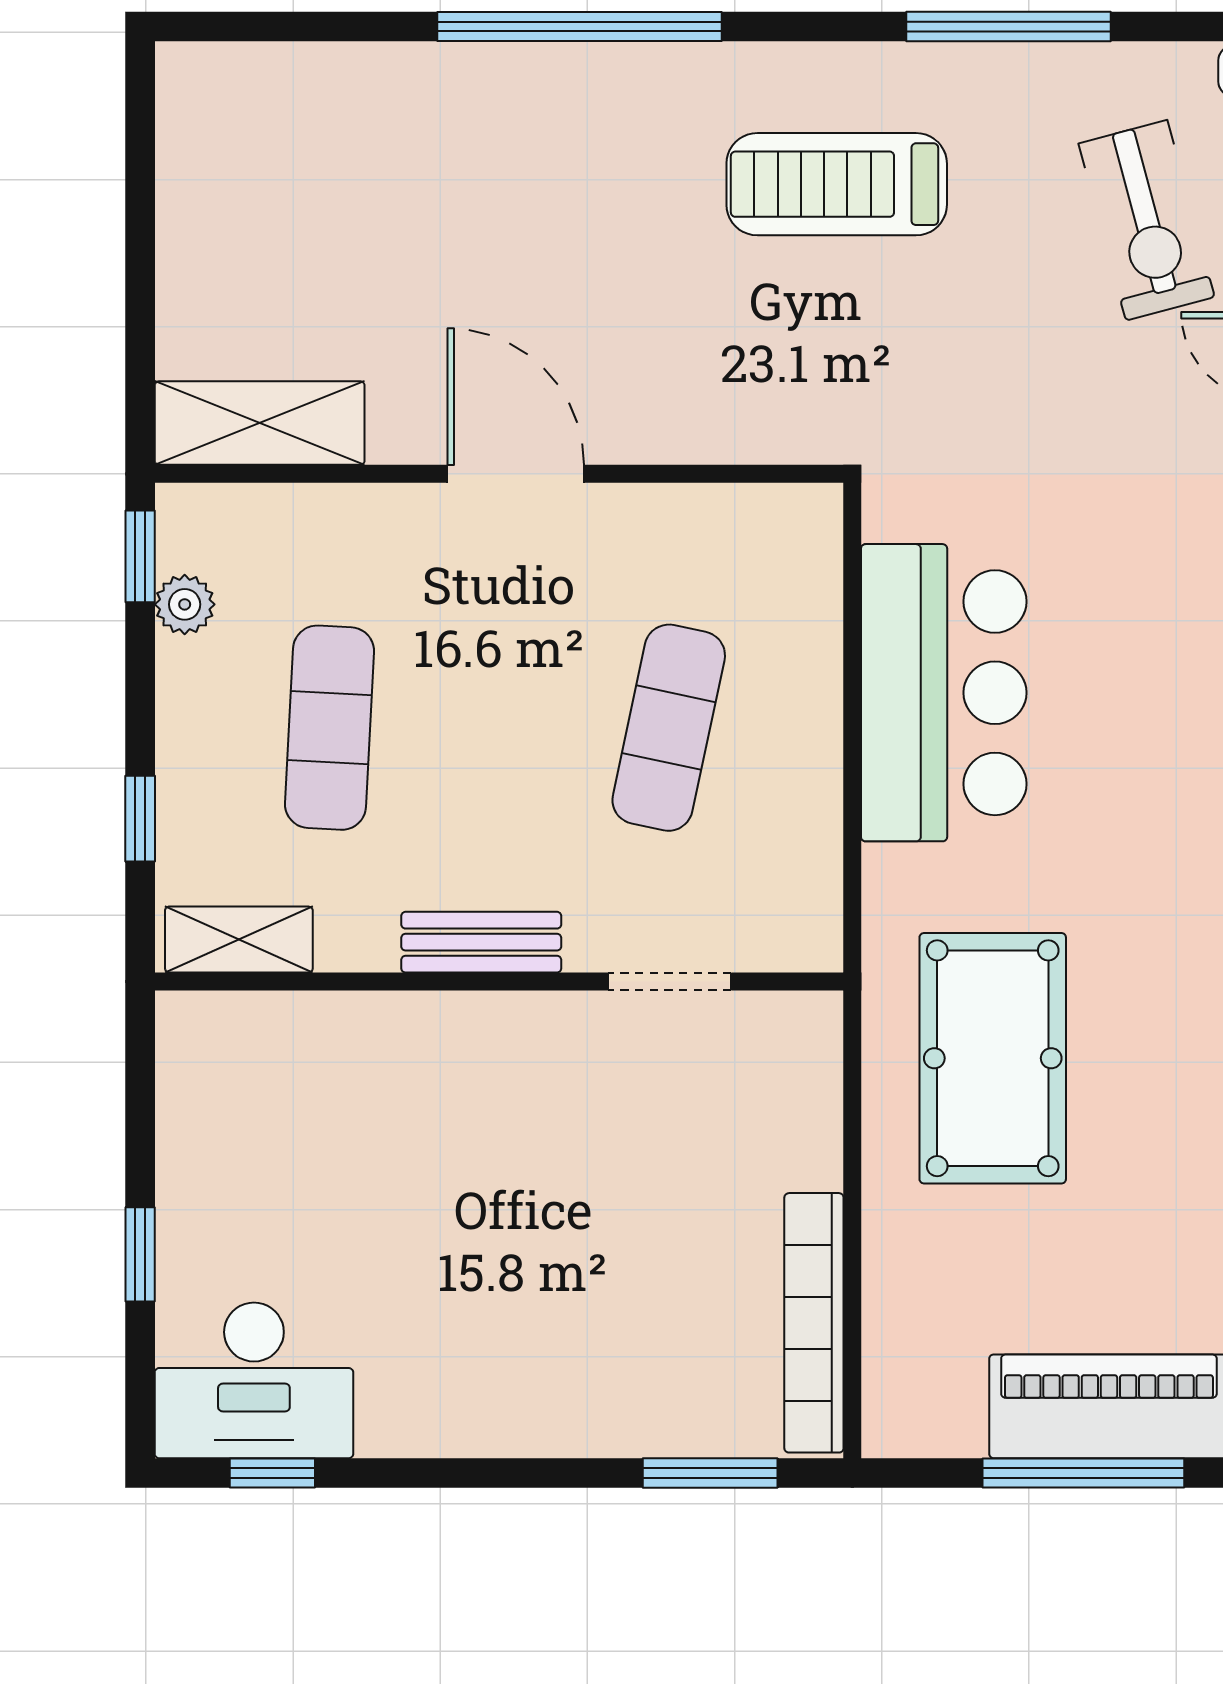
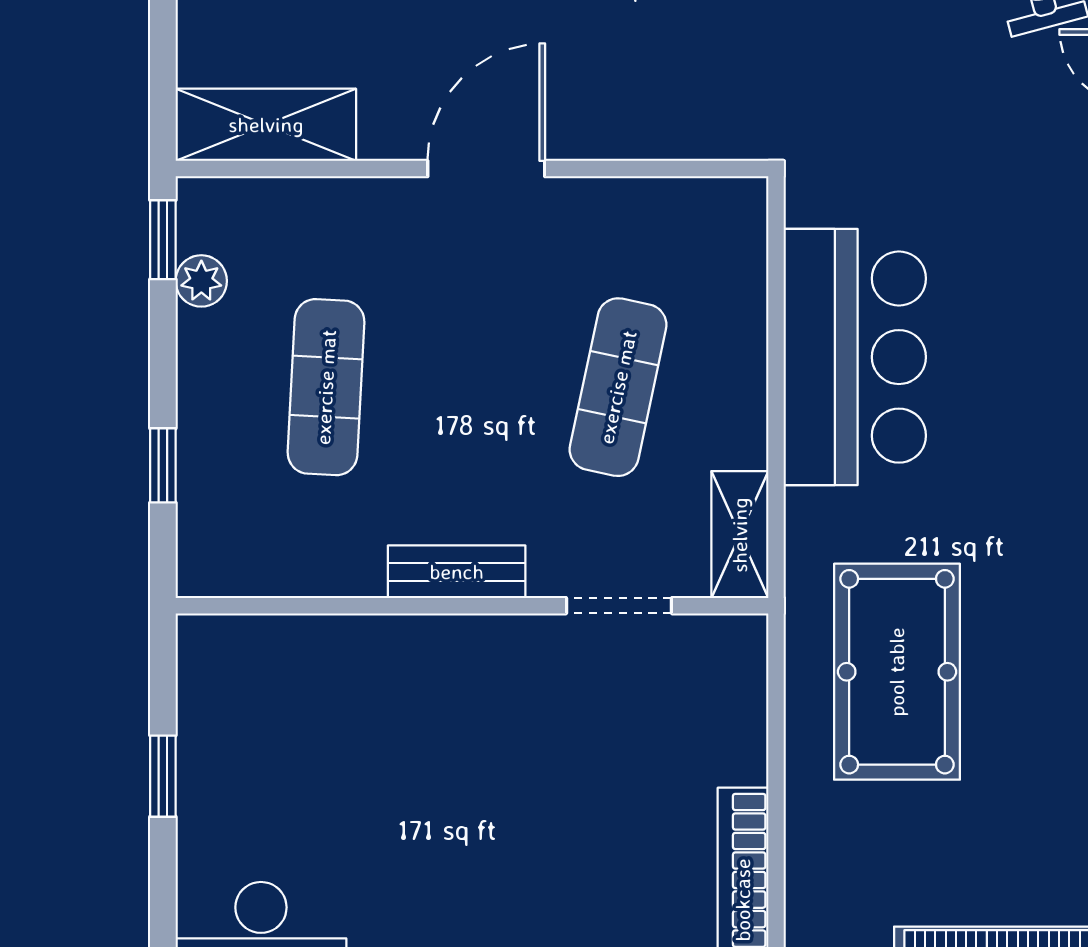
door: (516, 474) -> (486, 169), hinge flipped
shelving: (239, 939) -> (740, 535), moved, turned 90
window: (140, 1254) -> (163, 776), moved

